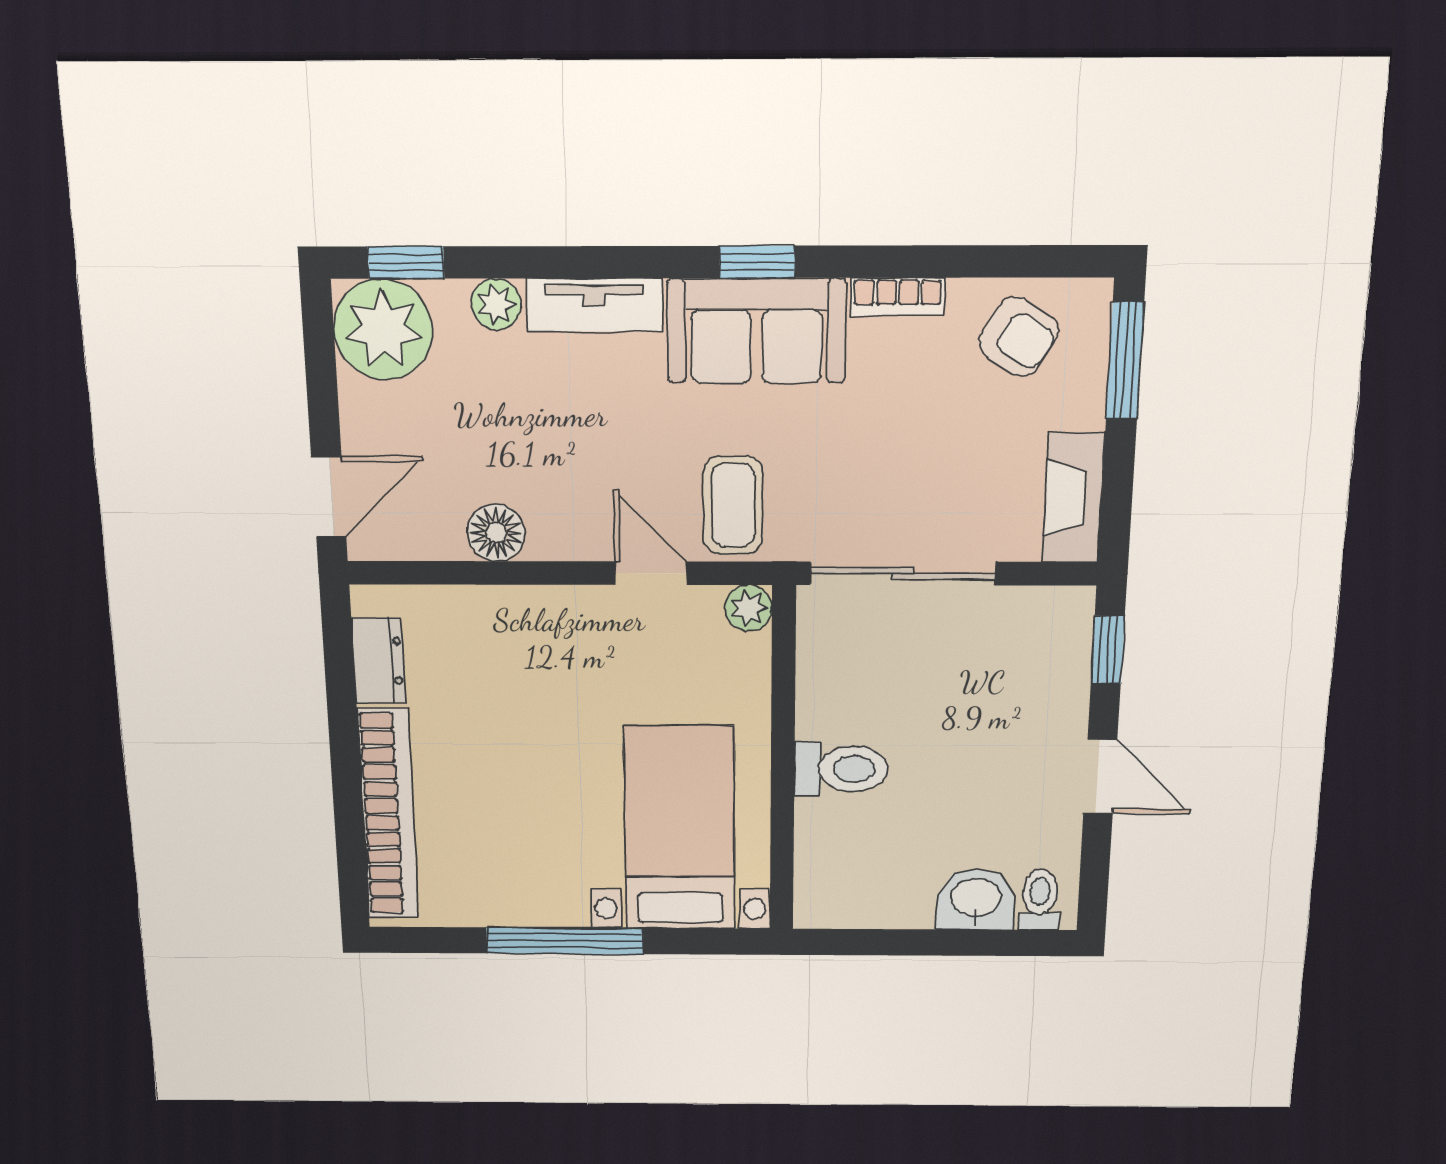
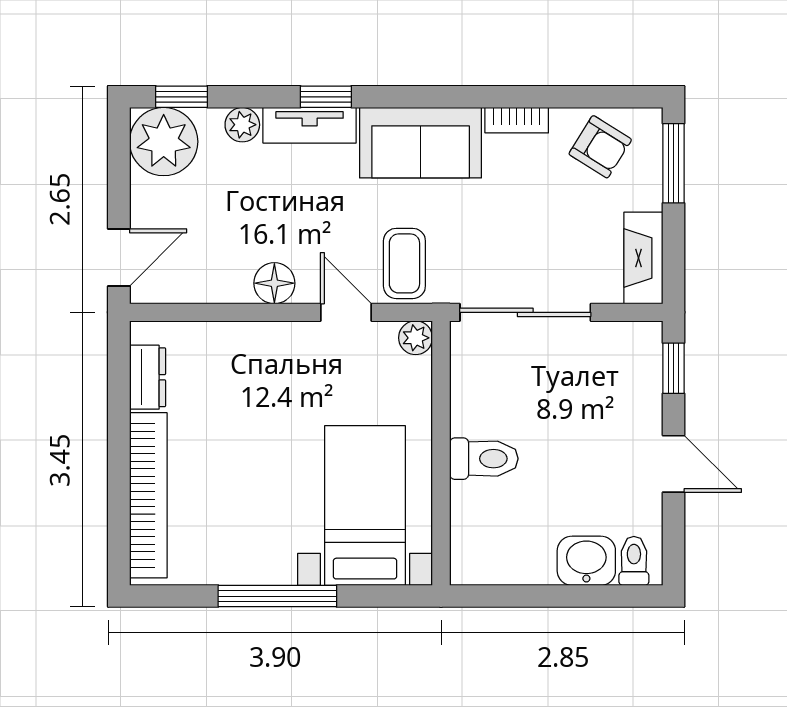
window: (757, 262) -> (326, 97), moved
floor lamp: (496, 533) -> (274, 283), moved

